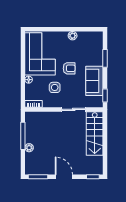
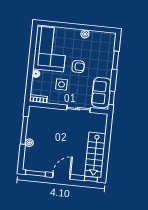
sofa: (94, 81) -> (101, 93), moved
stairs: (95, 133) -> (95, 155), moved
door: (64, 177) -> (62, 176), hinge flipped

